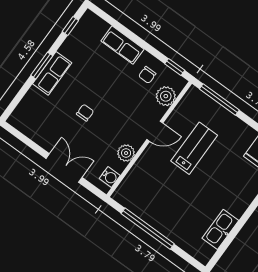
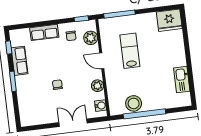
row of seats: (52, 73) -> (20, 61), moved
door: (155, 131) -> (102, 61), swing flipped
stool: (146, 207) -> (134, 103), added

